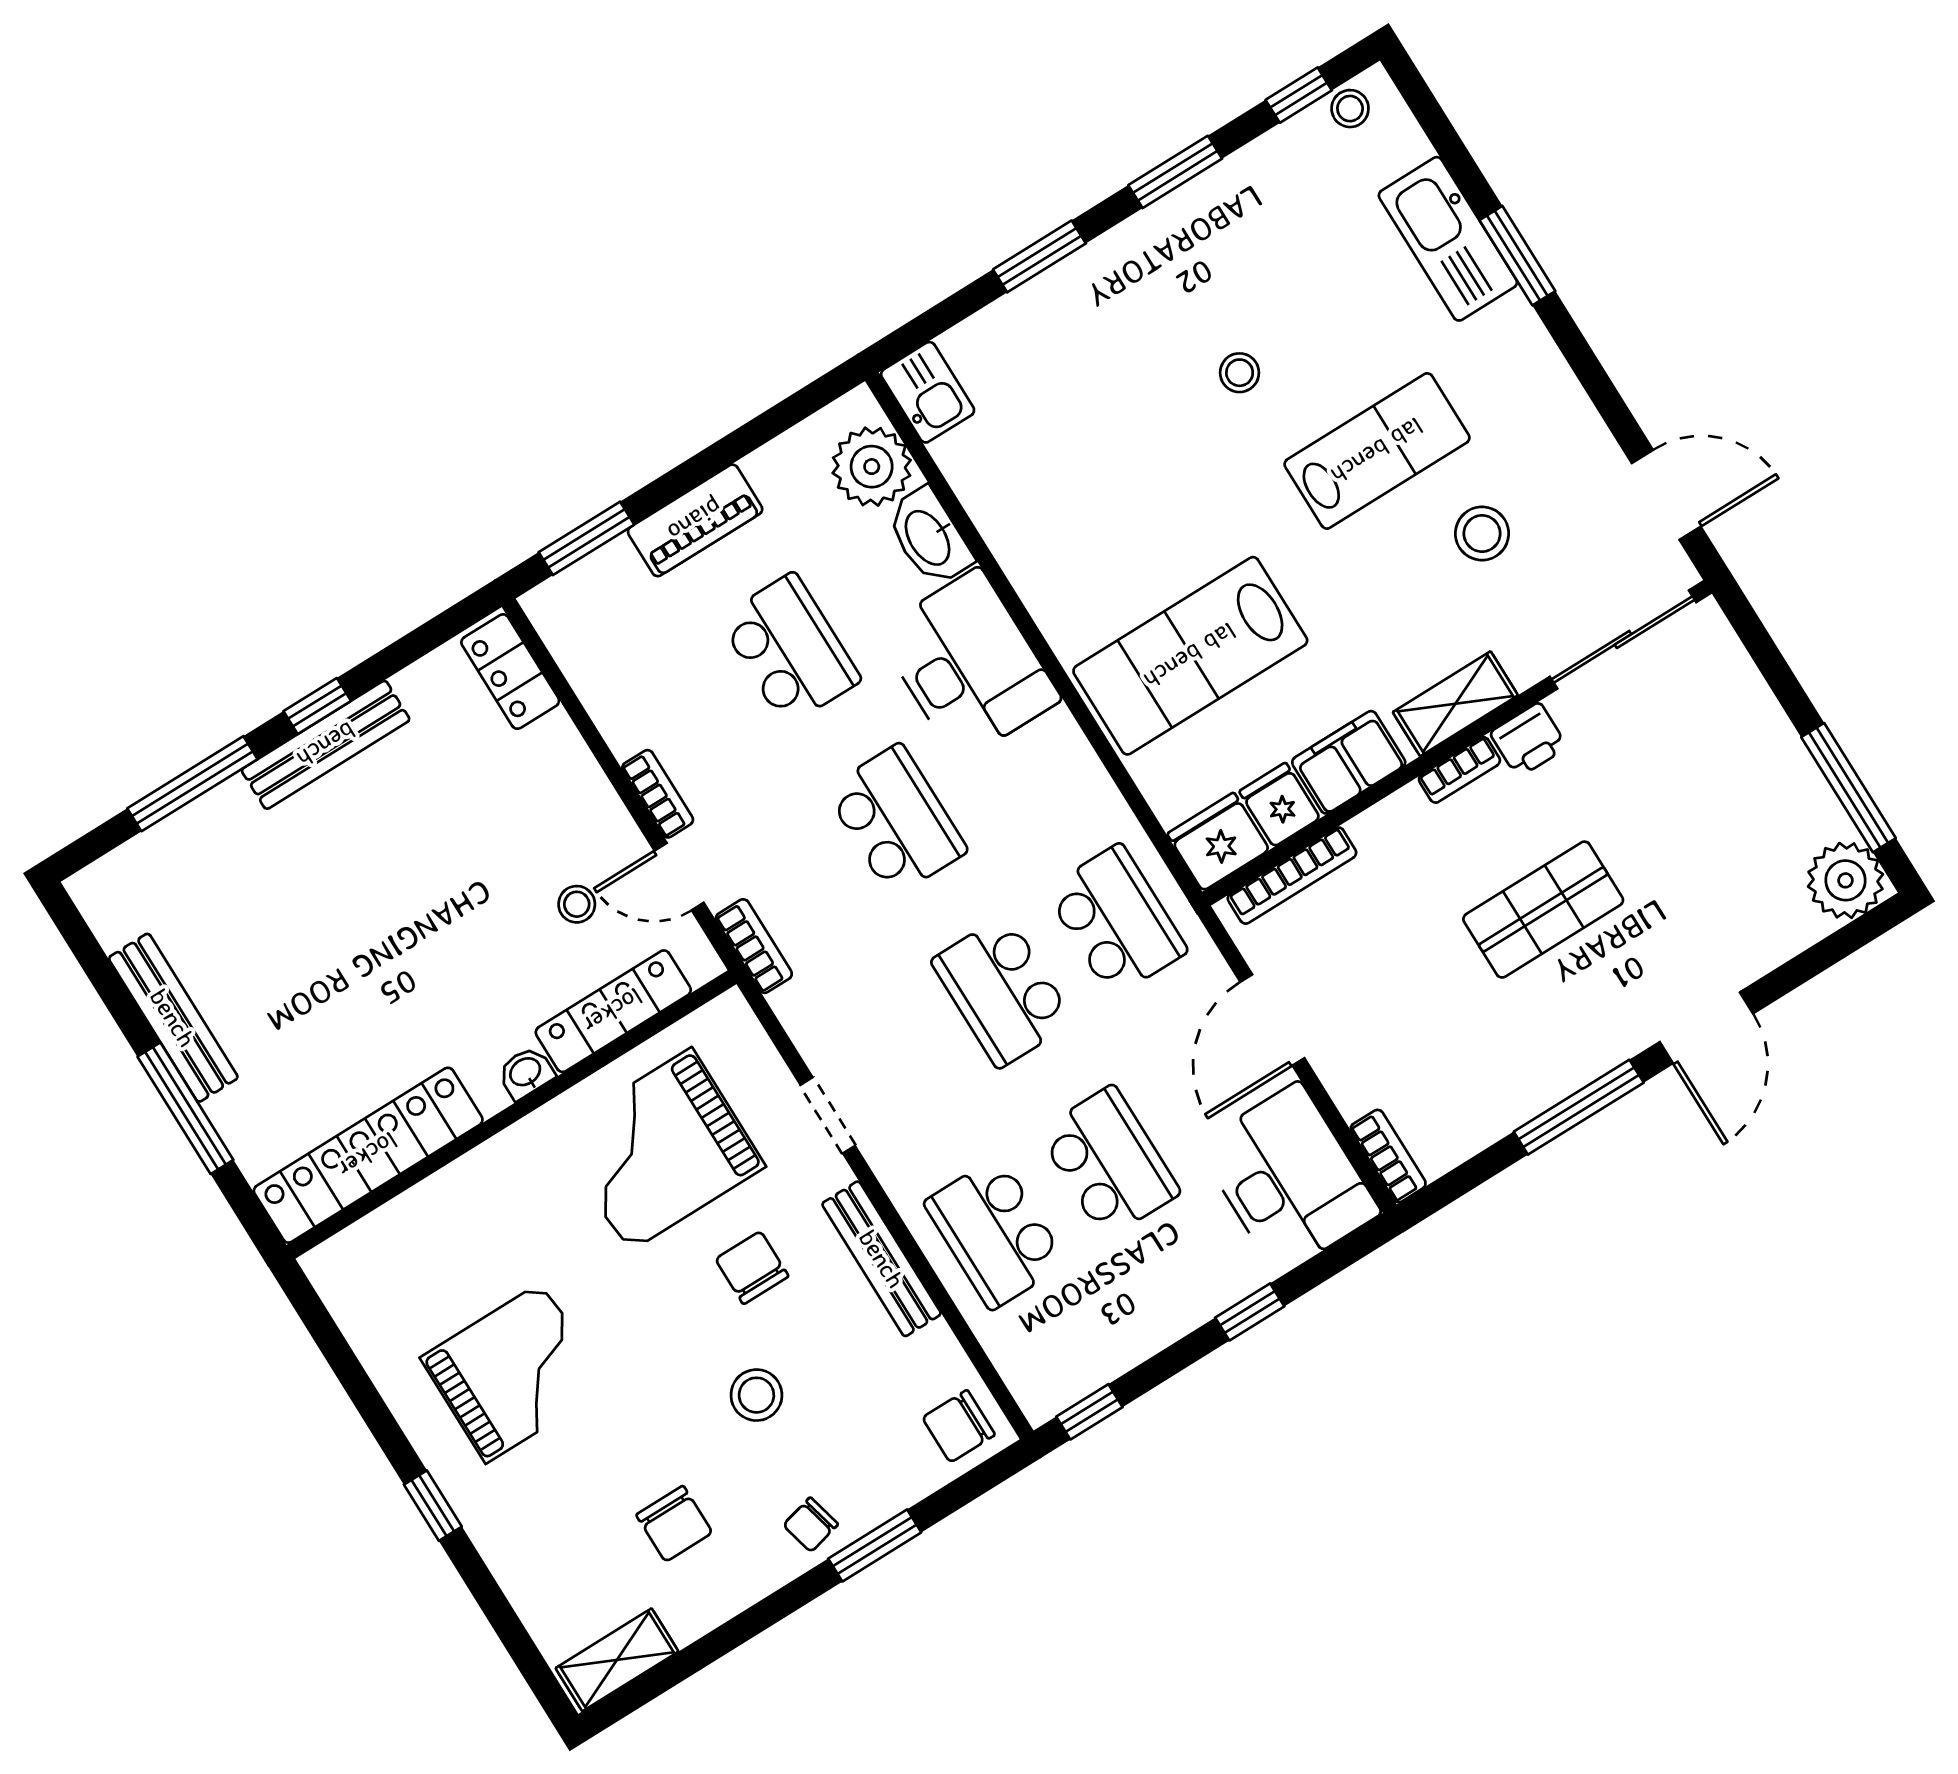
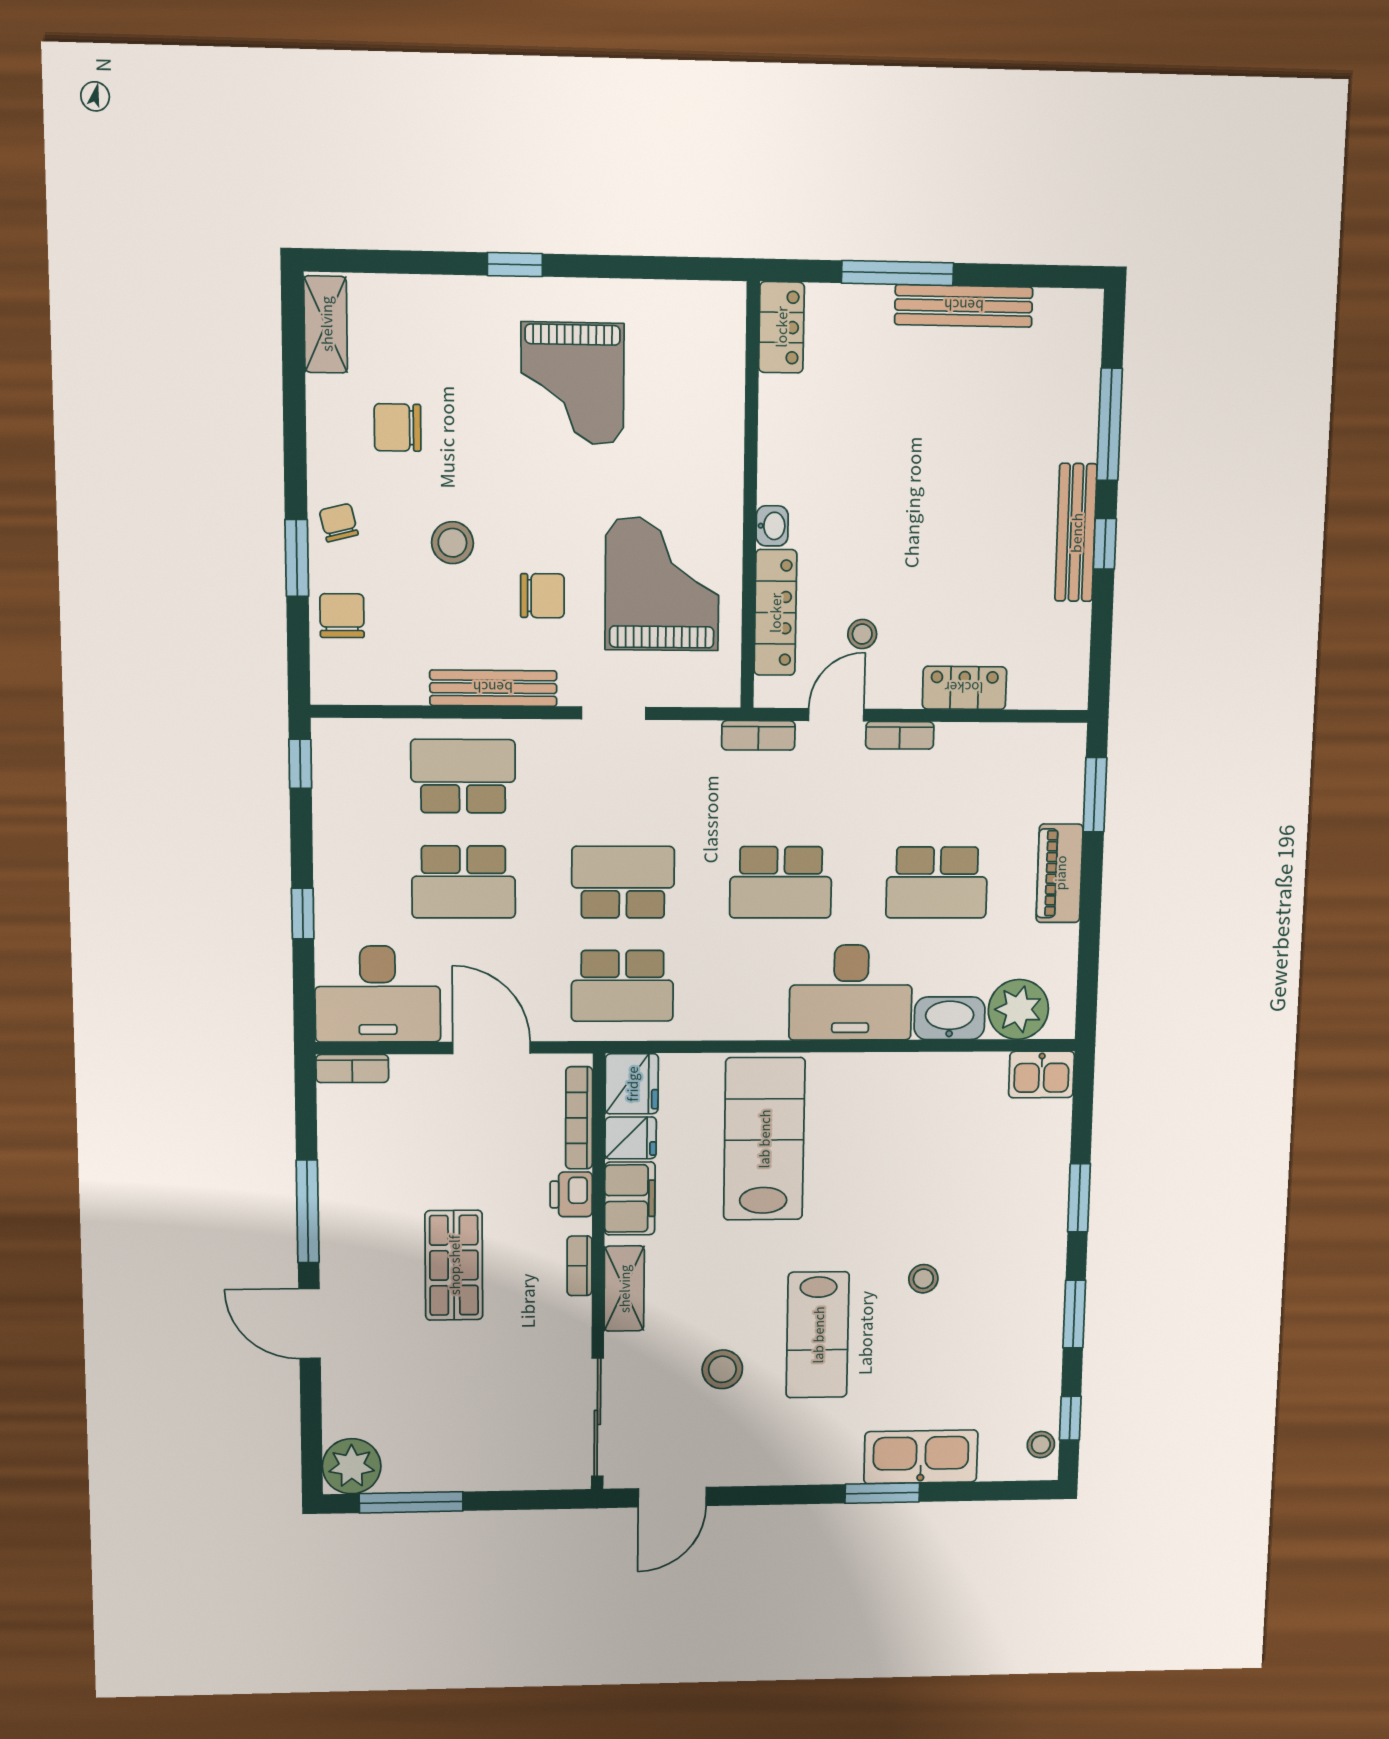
locker: (510, 672) -> (964, 688), moved
printer: (1529, 740) -> (571, 1194), moved
locker: (368, 1155) -> (781, 327), width x0.46, depth x0.83
chair: (959, 1426) -> (342, 616), moved

